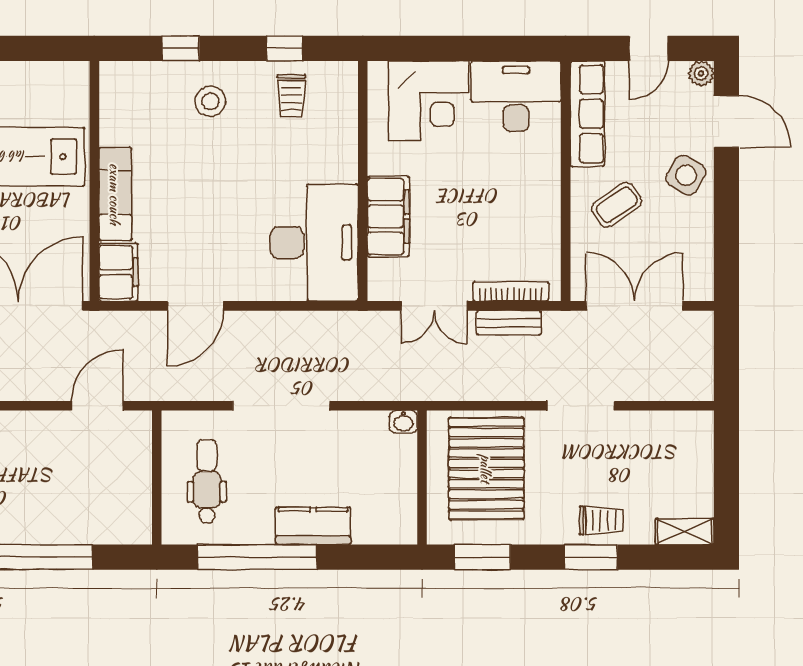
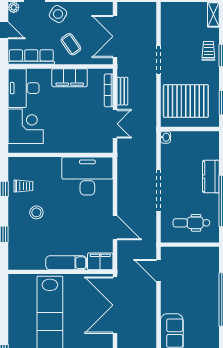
stool: (210, 101) -> (36, 212), moved
filing cabinet: (388, 216) -> (70, 78), moved, turned 180

